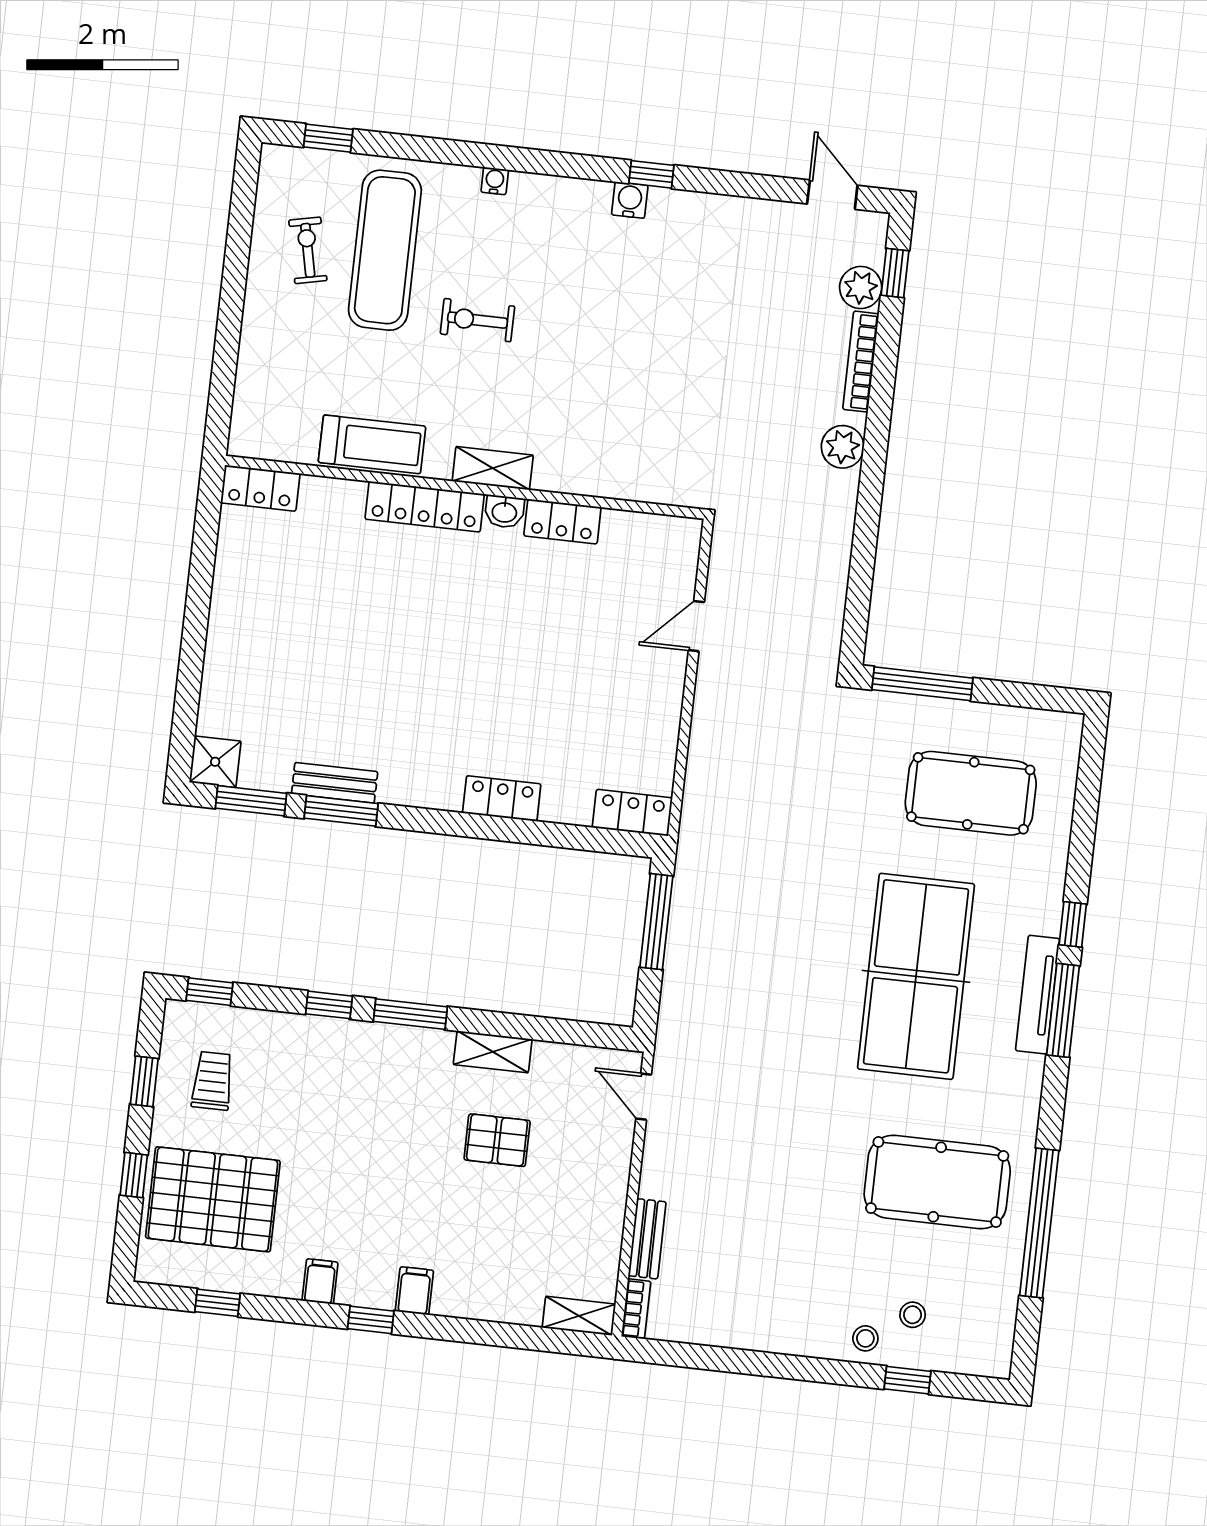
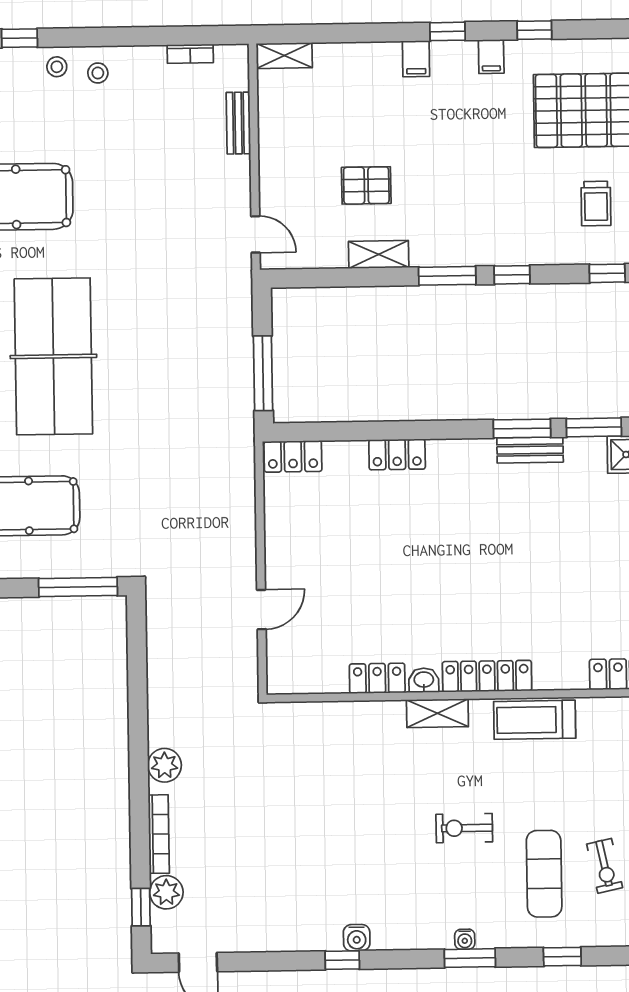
window: (328, 138) -> (562, 957), moved
window: (491, 156) -> (470, 958), added
exercise mat: (385, 250) -> (544, 874), width x0.73, depth x0.69
exercise bike: (477, 320) -> (464, 828), turned 180
window: (218, 1303) -> (534, 30), moved
bookcase: (636, 1309) -> (190, 54), moved, turned -90
stool: (913, 1315) -> (98, 73), moved

